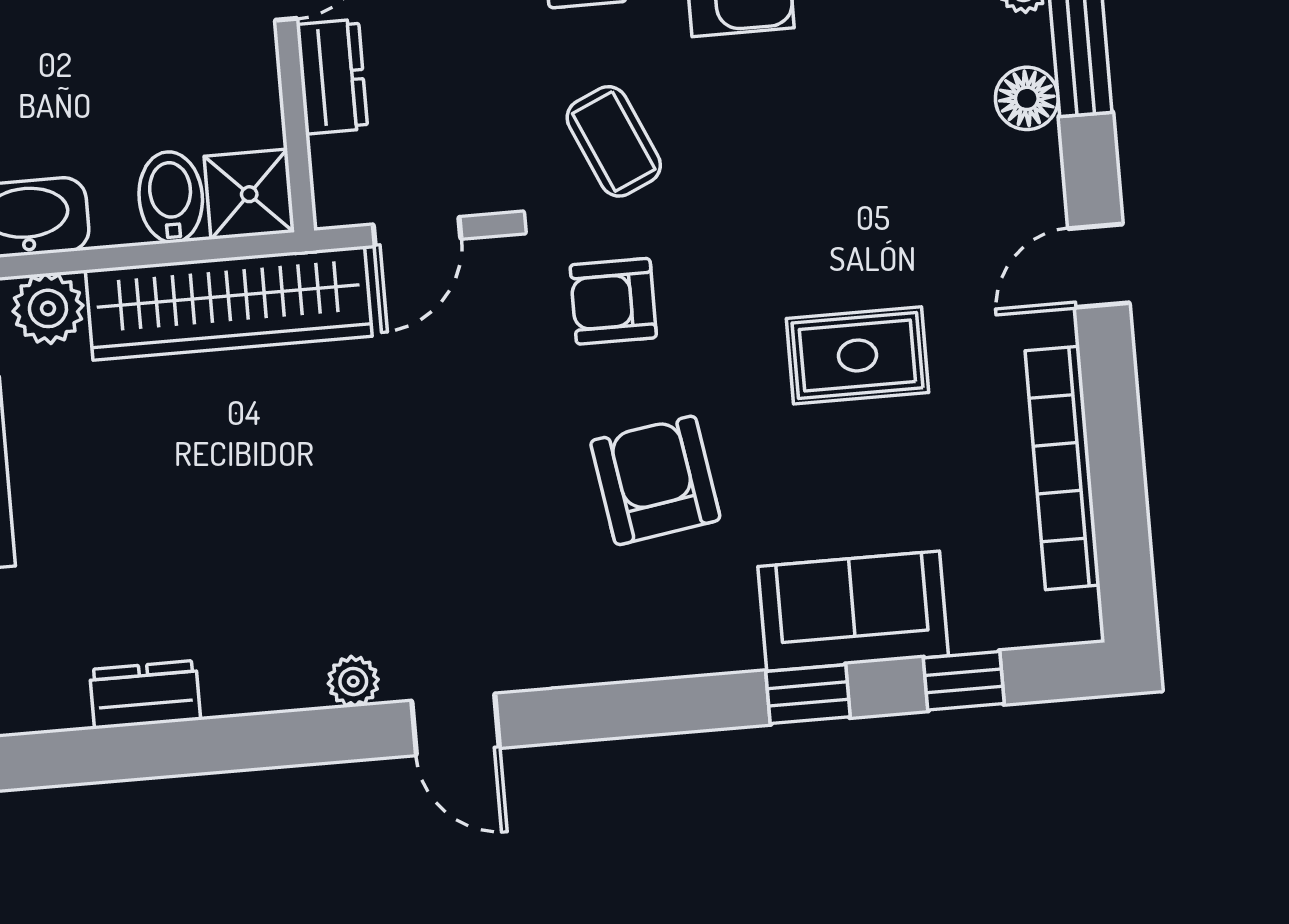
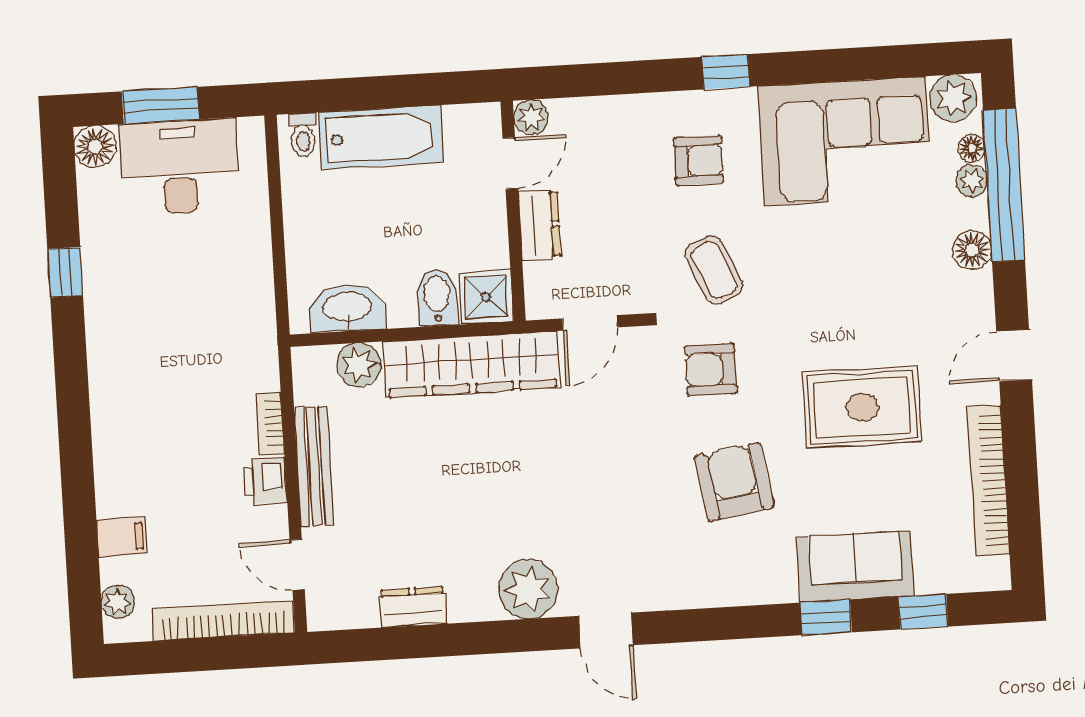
rug: (857, 355) -> (862, 407), width x1.36, depth x1.43
plant: (353, 681) -> (528, 589), width x1.88, depth x1.88

